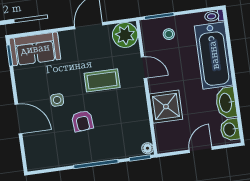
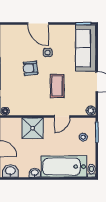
plant: (125, 35) -> (91, 111), width x0.53, depth x0.53
sofa: (35, 49) -> (86, 48), width x1.36
washbasin: (226, 103) -> (35, 173), width x0.52, depth x0.69
door: (18, 119) -> (38, 24), hinge flipped

